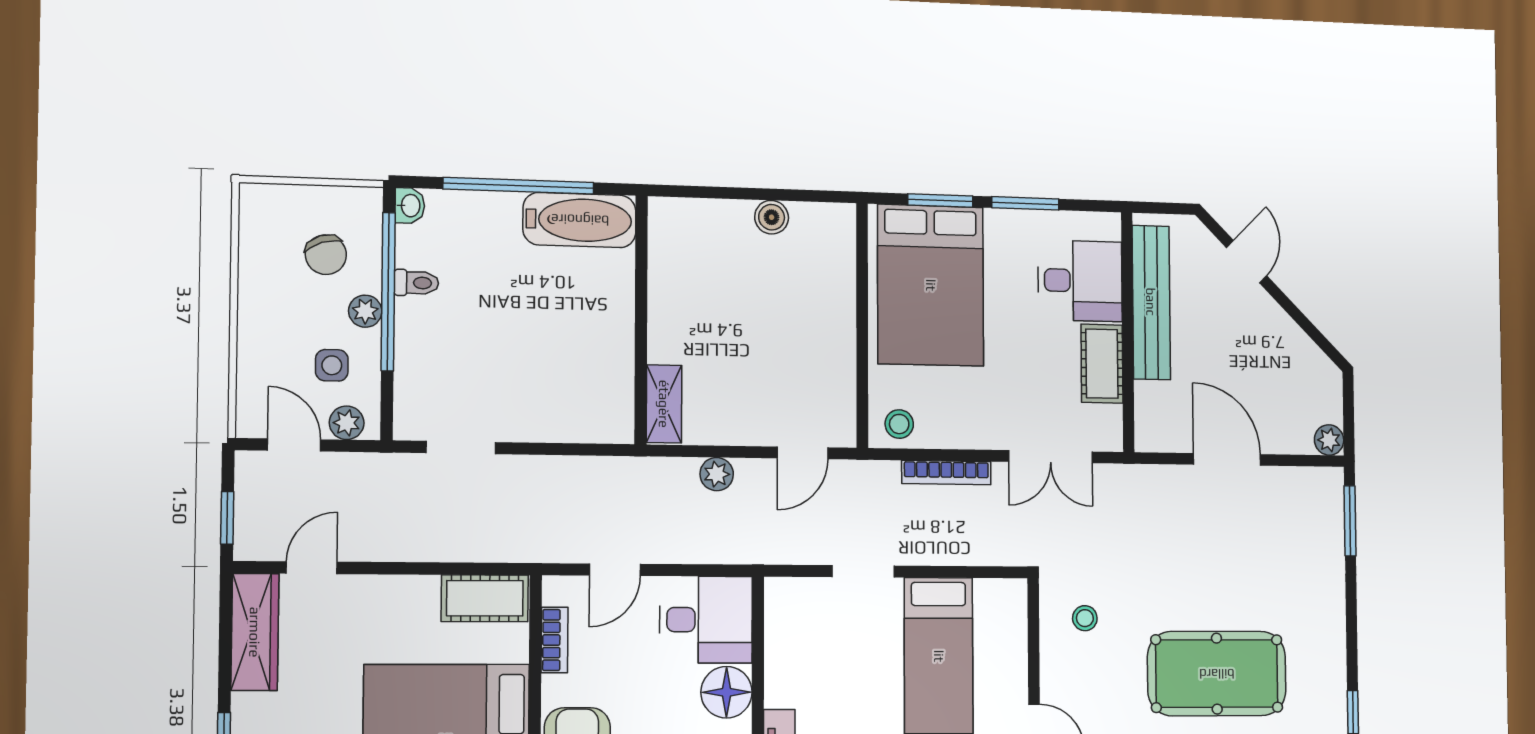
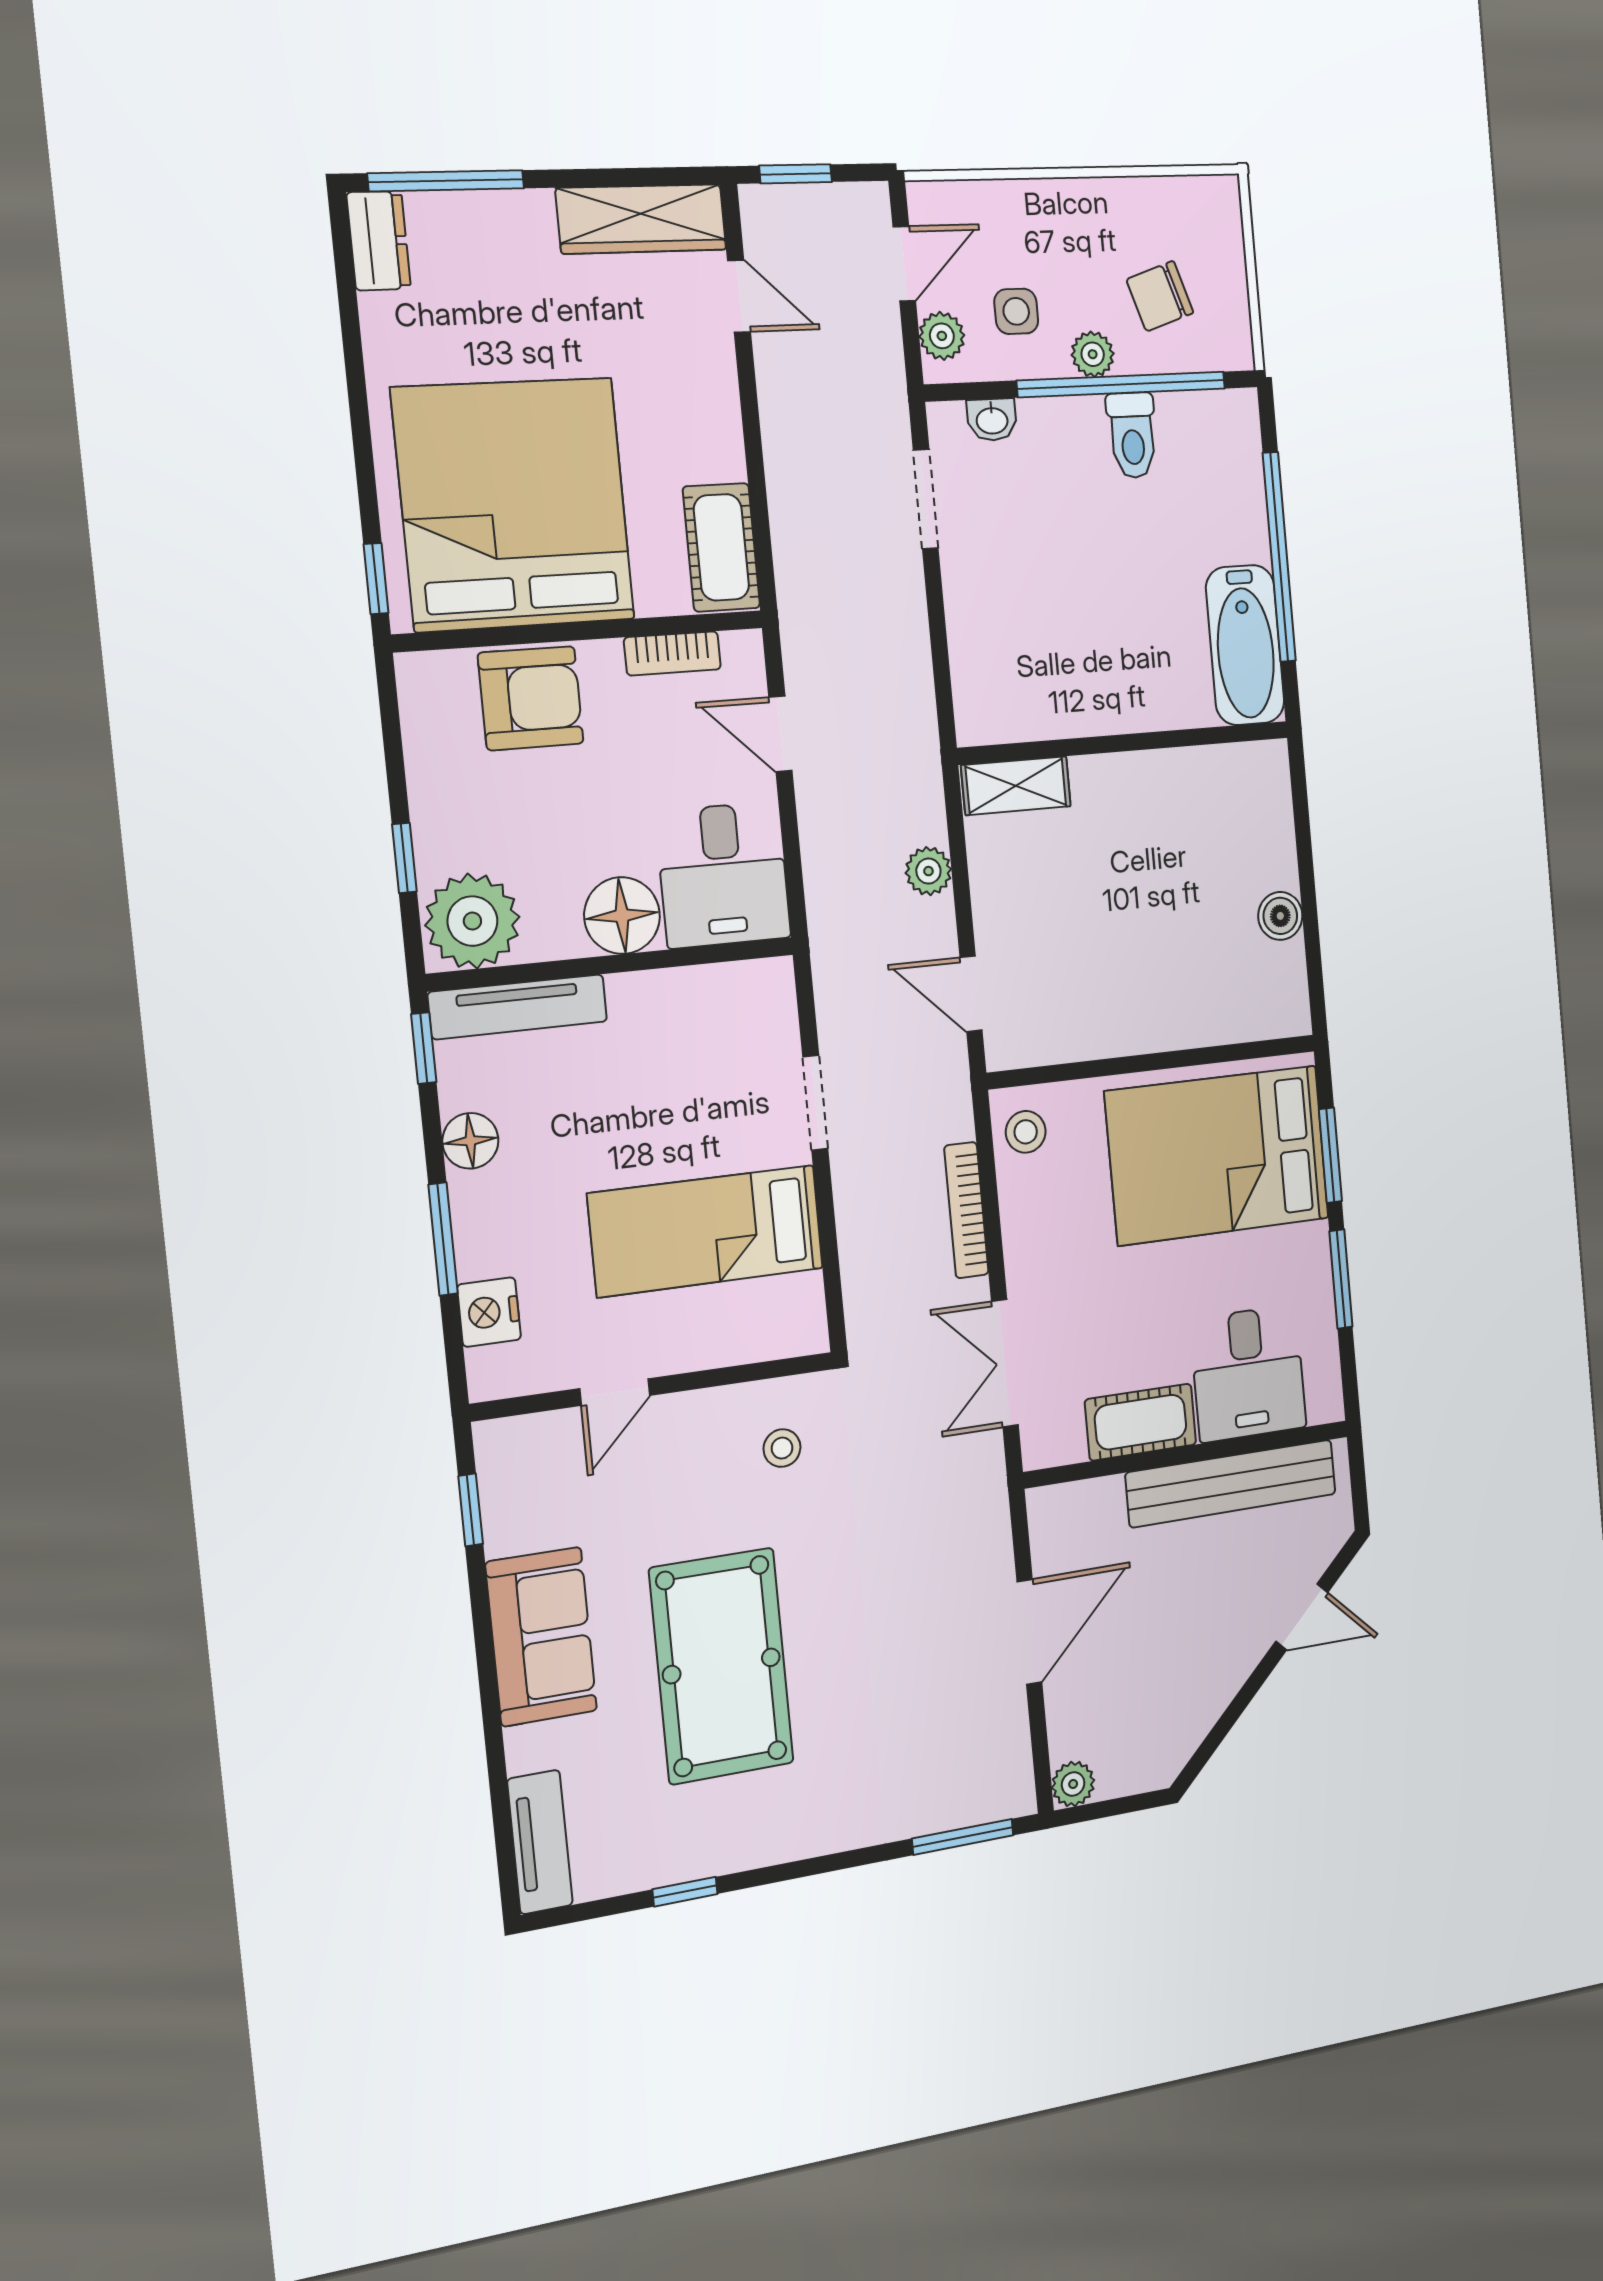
washbasin: (410, 206) -> (992, 420), moved
toilet: (416, 283) -> (1132, 435), width x1.37, depth x1.39

